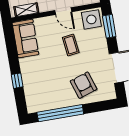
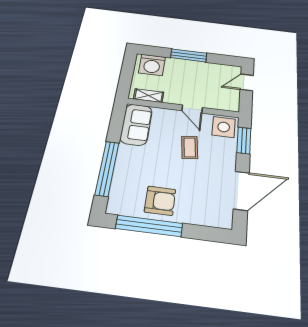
window: (17, 81) -> (107, 168), width x3.17
armchair: (84, 85) -> (160, 201), moved, turned 108

